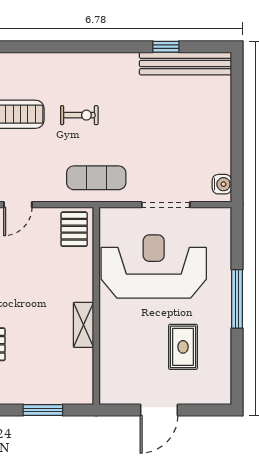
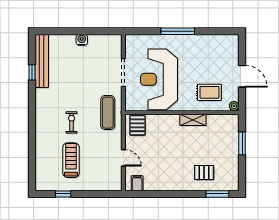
water cooler: (222, 184) -> (82, 40), moved
pallet: (74, 229) -> (137, 125), turned 90
rug: (183, 347) -> (209, 92), moved
plant: (107, 396) -> (234, 106), added

